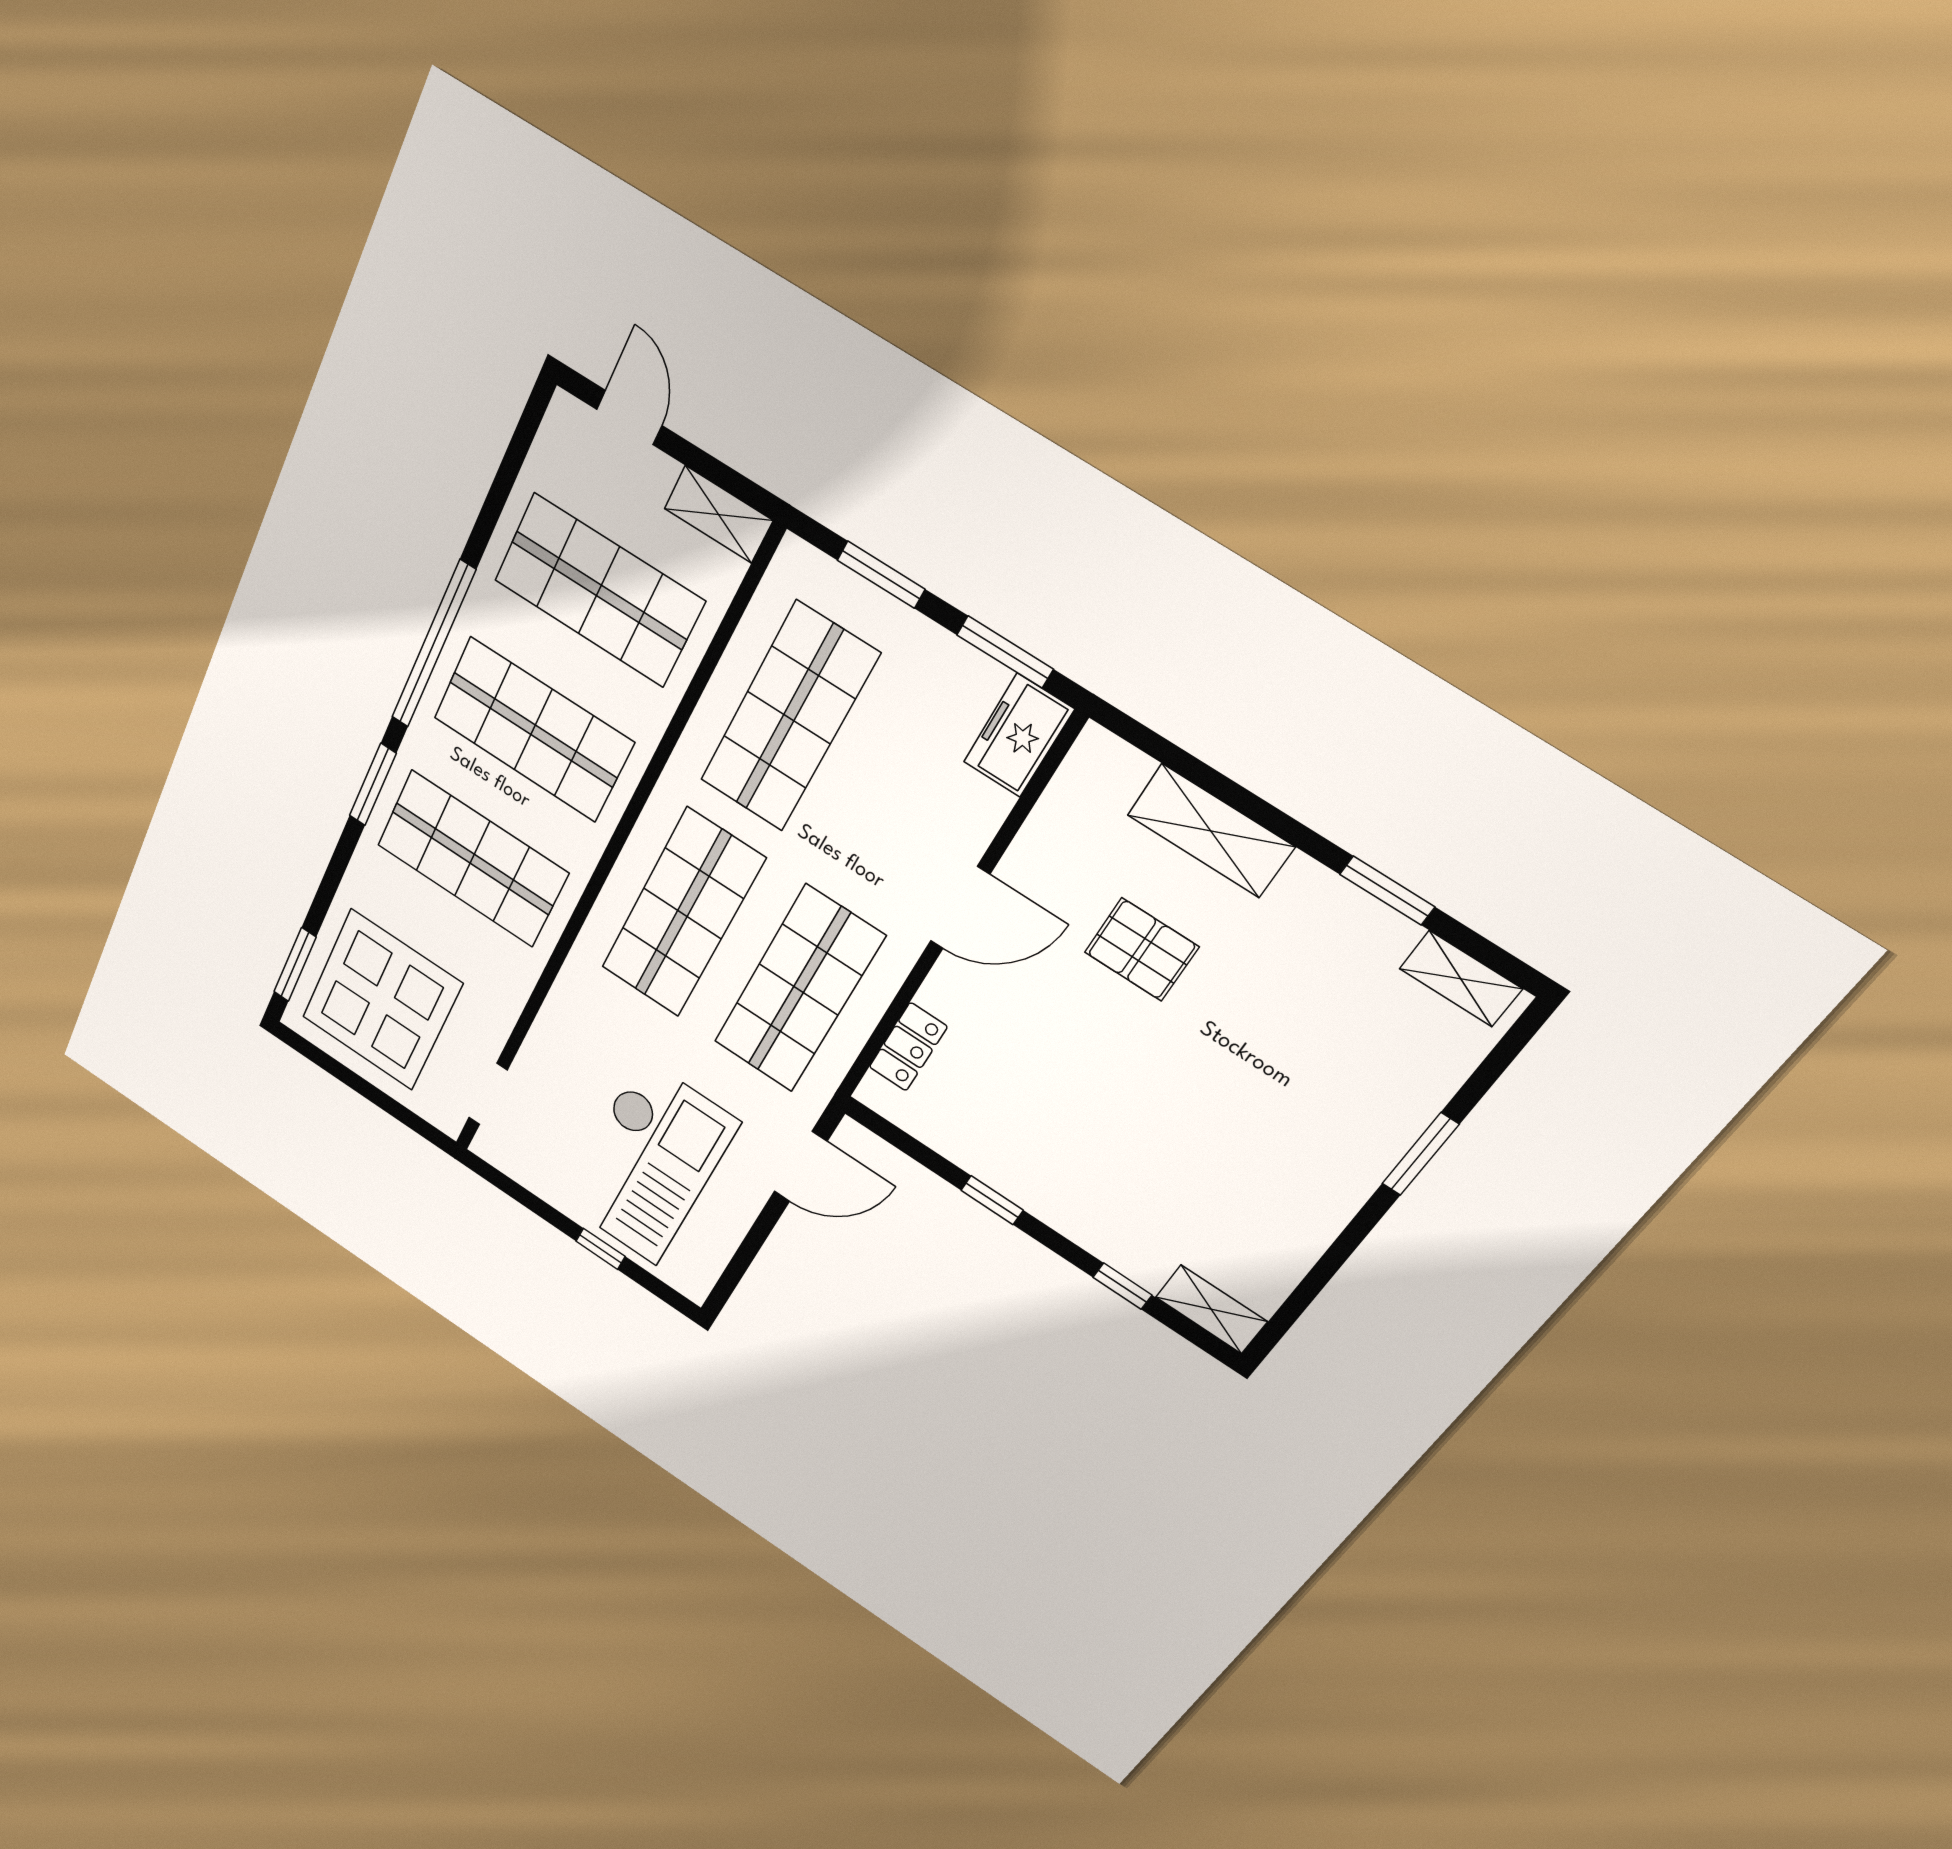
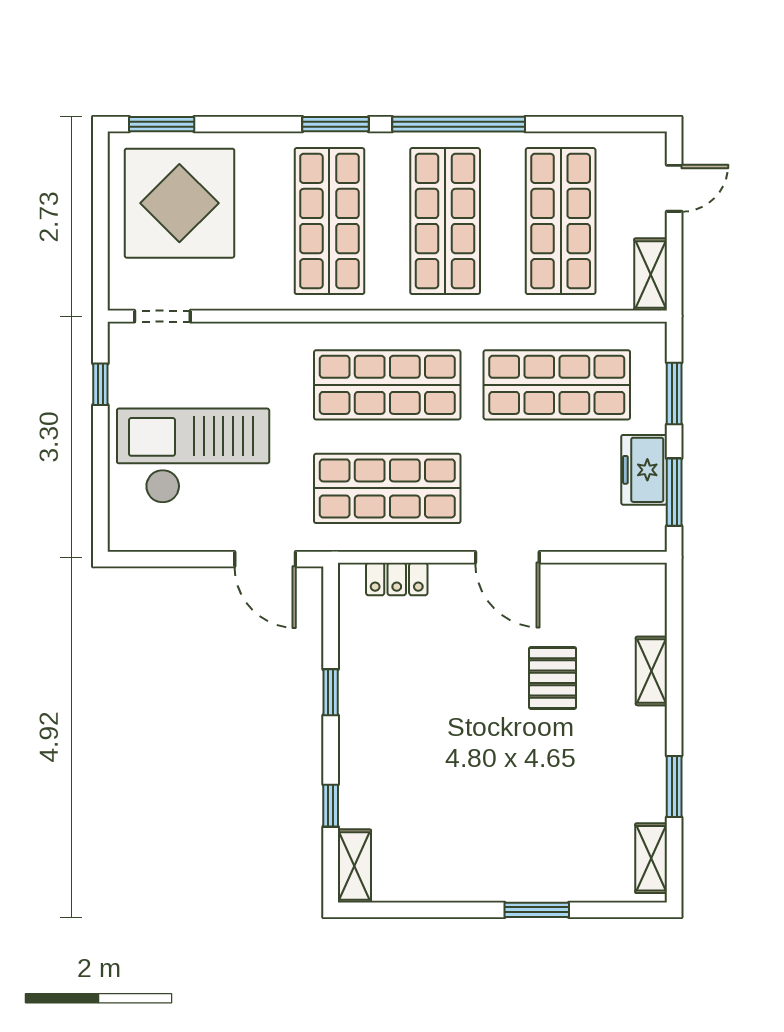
freezer: (1019, 736) -> (644, 470), moved, turned -90
shelving: (1211, 831) -> (651, 671), width x0.67, depth x0.75
checkout: (648, 1162) -> (193, 456), turned 180
window: (601, 1249) -> (100, 384), moved

